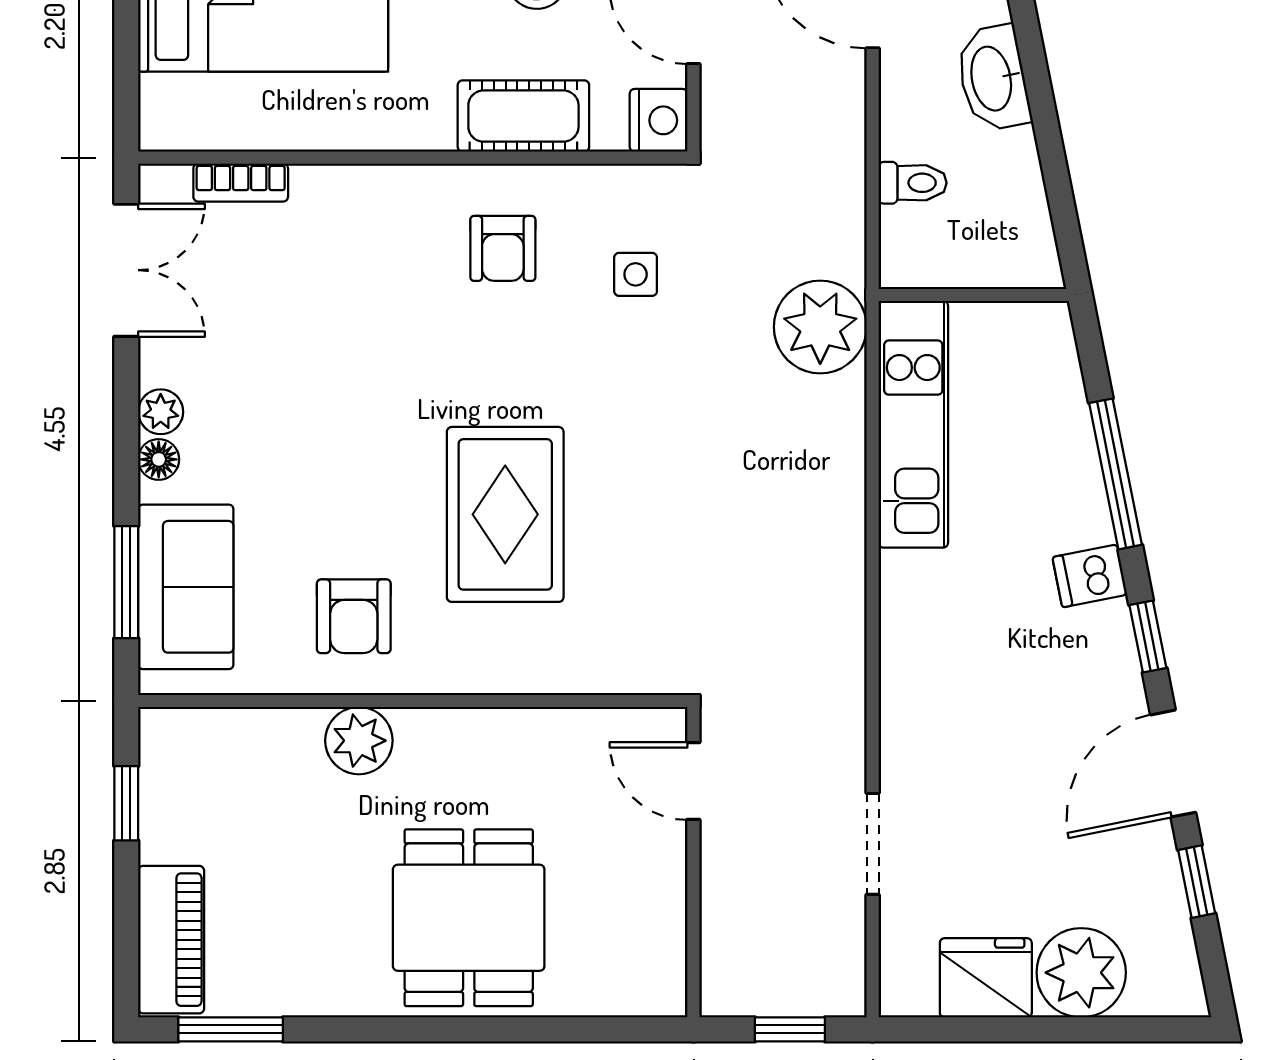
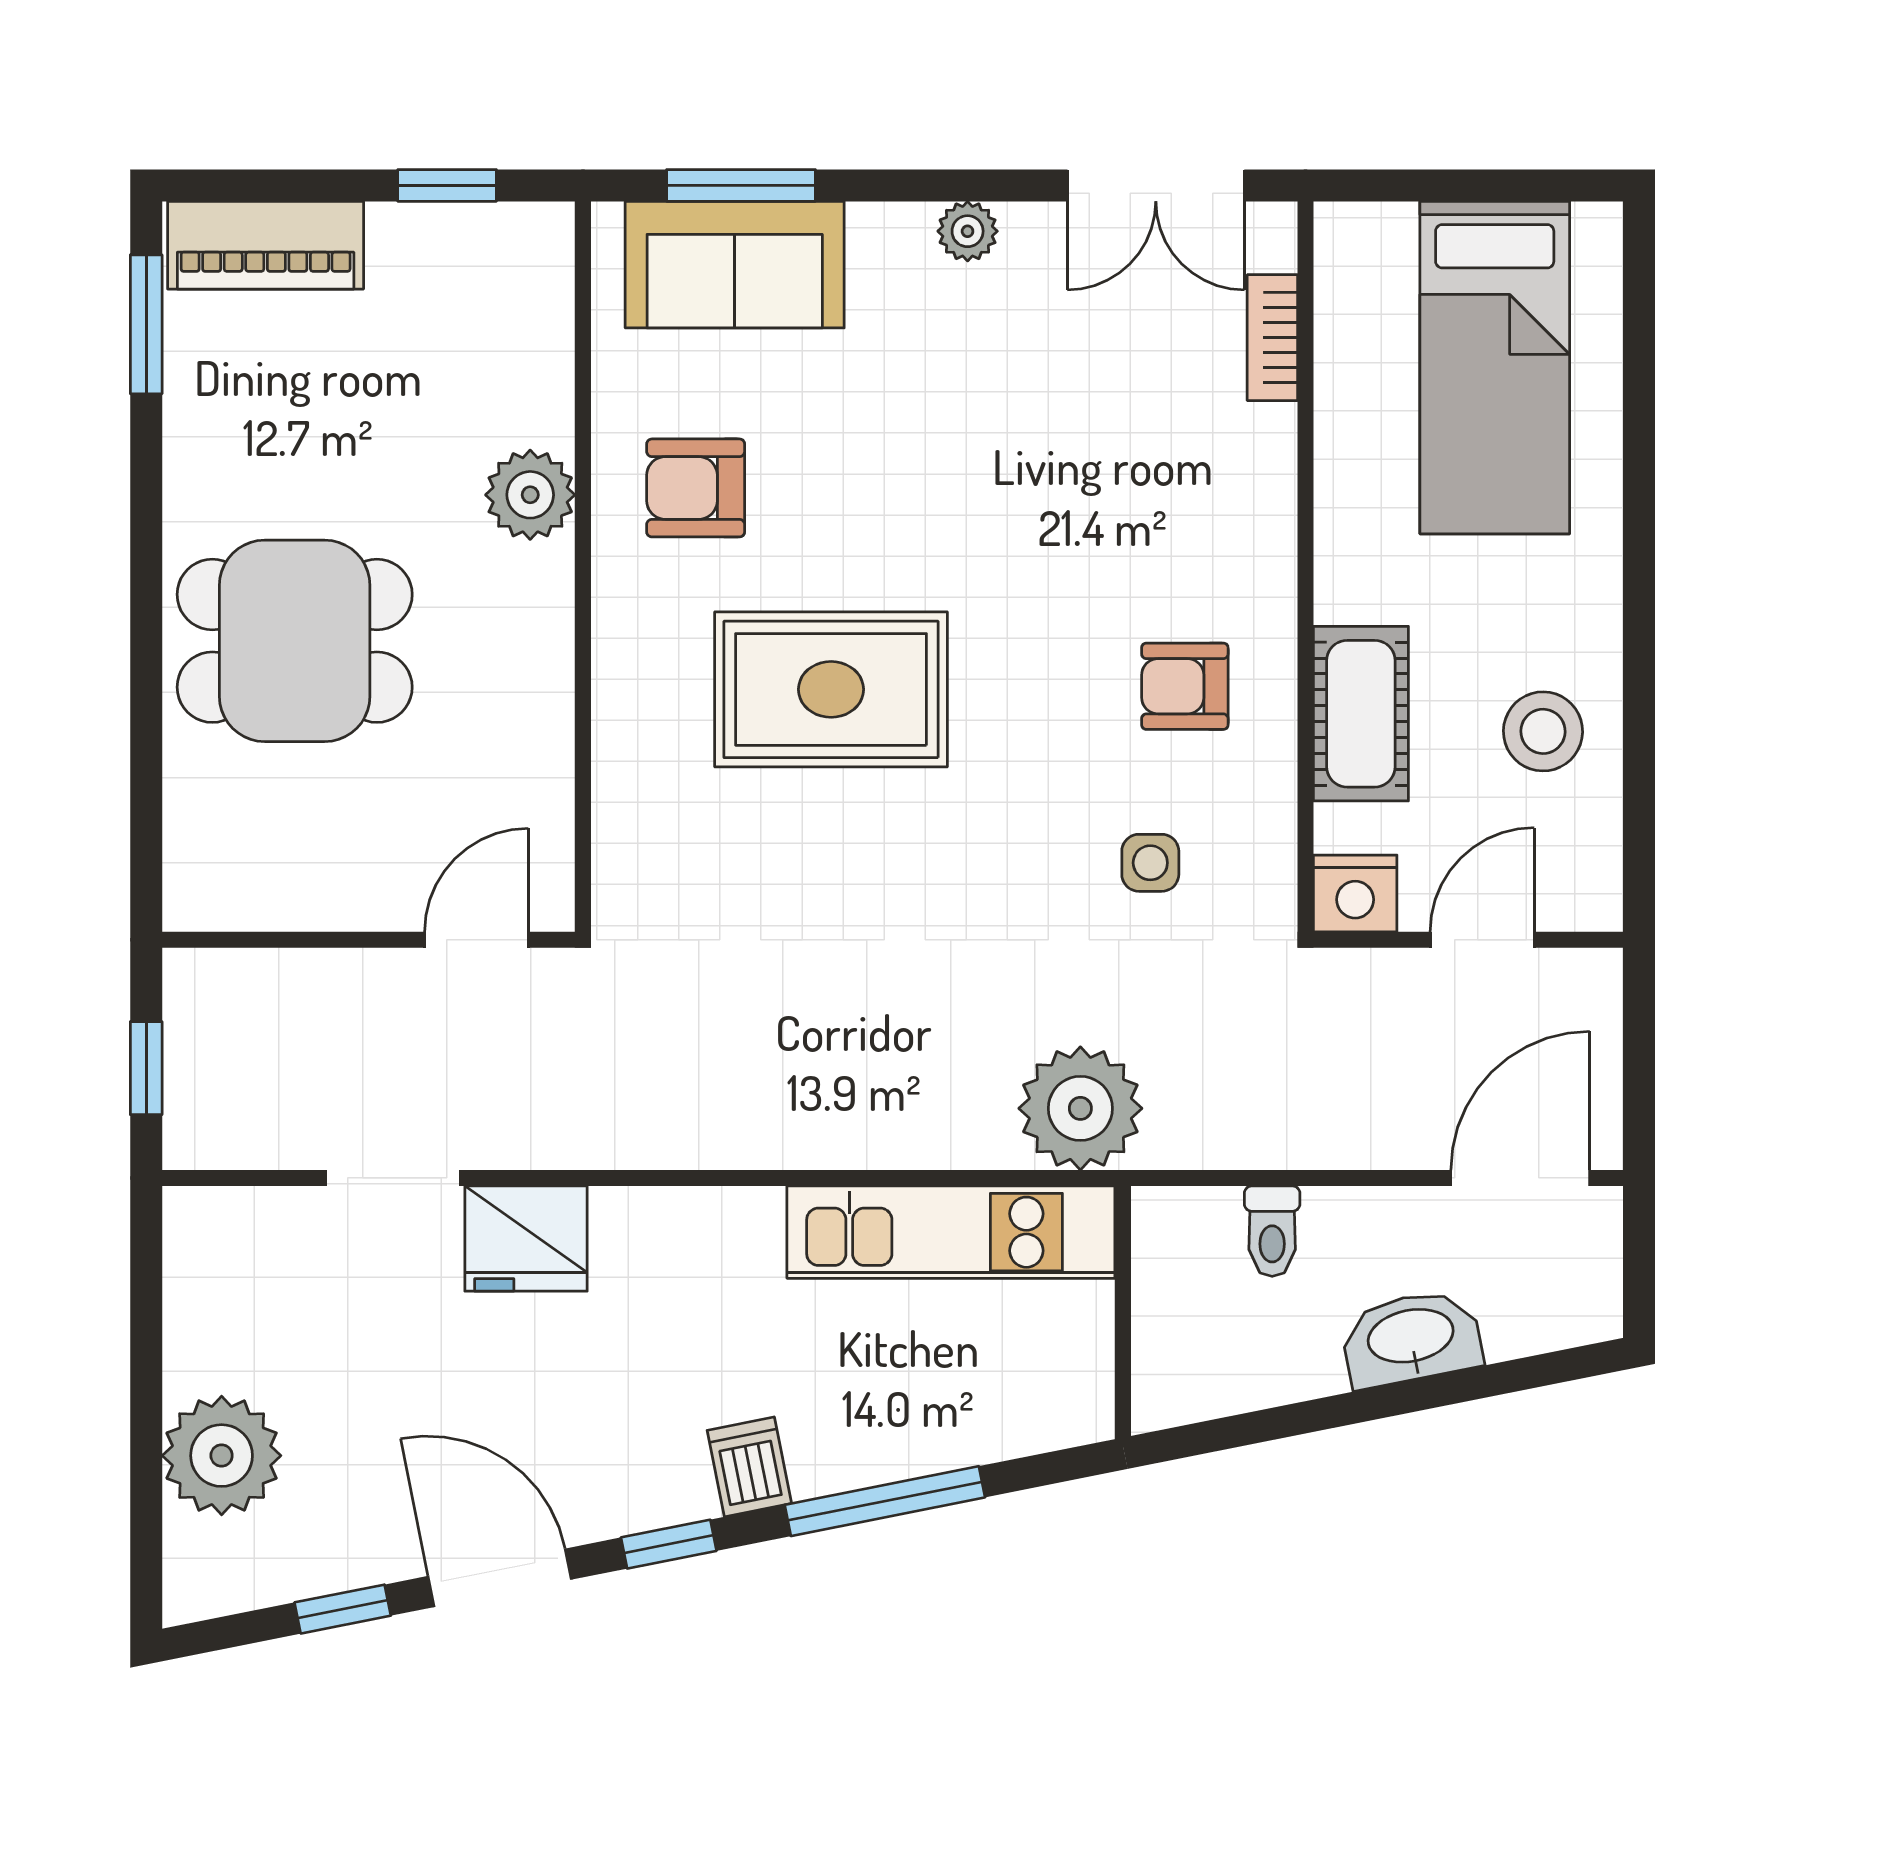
floor lamp: (159, 459) -> (904, 229), removed
fridge: (986, 978) -> (526, 1239), moved, turned 90

